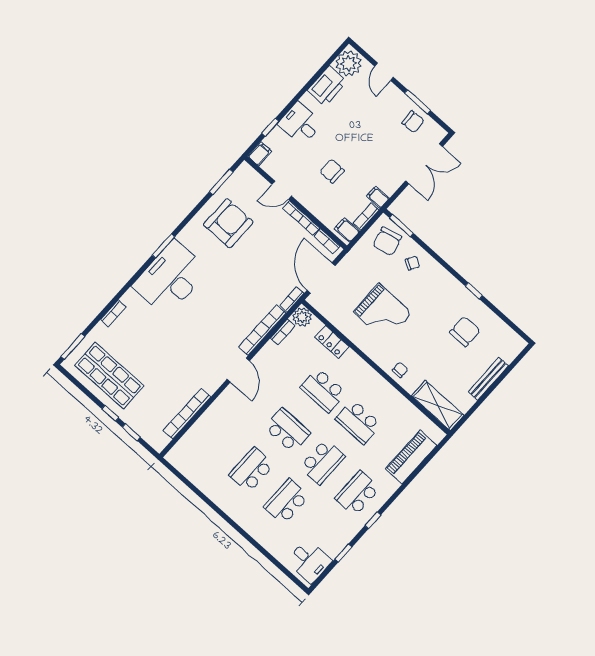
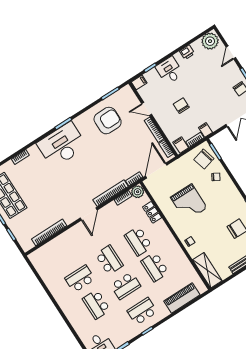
printer: (327, 86) -> (187, 52), width x0.53, depth x0.68
school desk: (287, 502) -> (96, 304), turned -90

